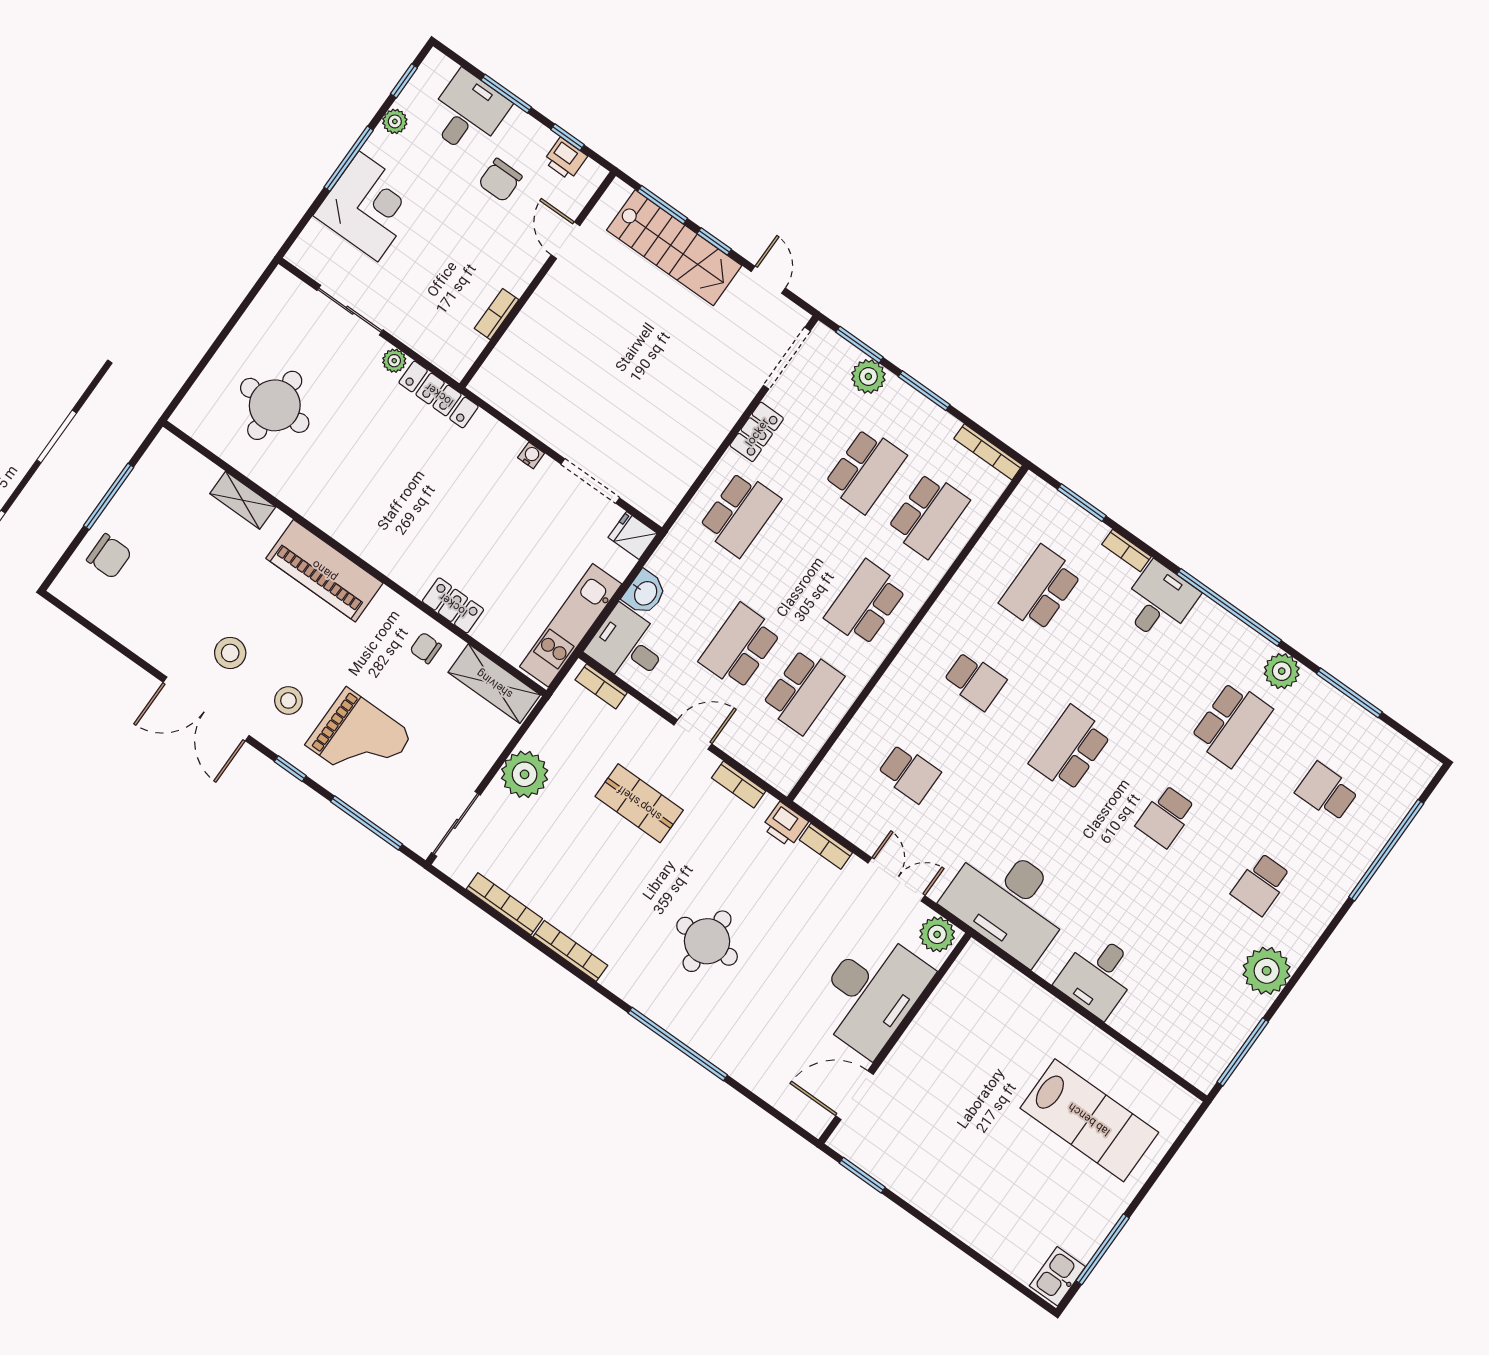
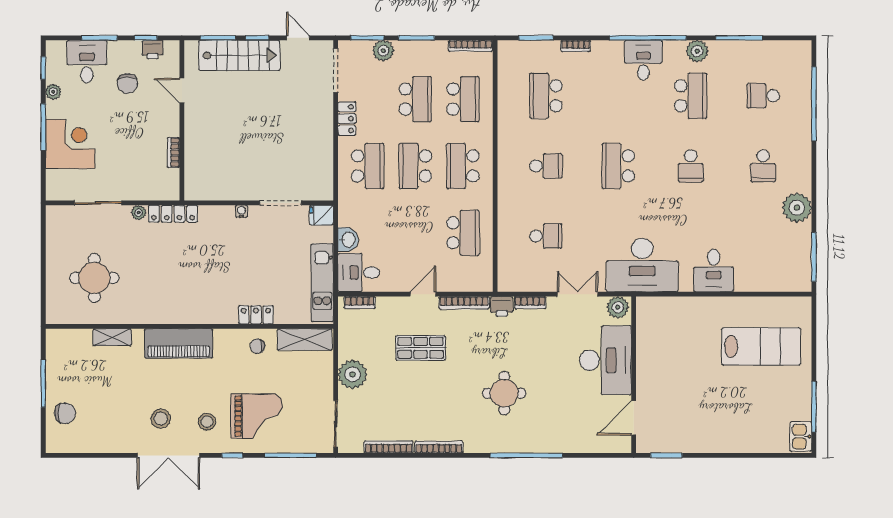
desk: (1159, 602) -> (643, 60), moved
school desk: (740, 647) -> (415, 166), moved
bookcase: (739, 784) -> (464, 303), width x1.56

